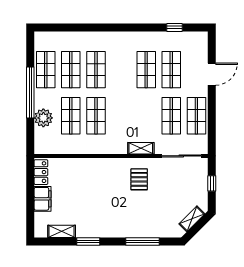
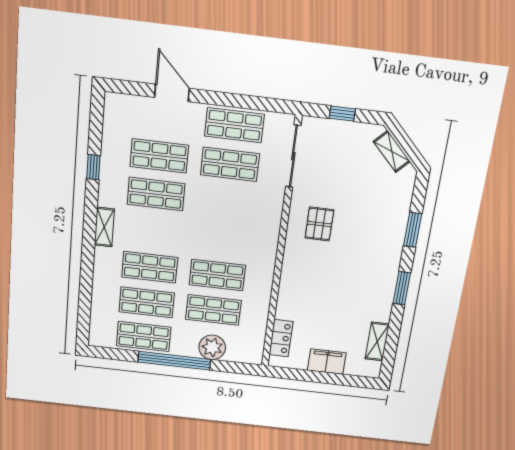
window: (174, 27) -> (93, 167), moved
shelving: (141, 148) -> (104, 227), moved
locker: (41, 172) -> (281, 338), moved, turned 90
pallet: (139, 179) -> (319, 224), turned 90
window: (88, 241) -> (402, 288), moved
window: (142, 241) -> (413, 230), width x0.69

